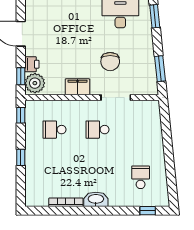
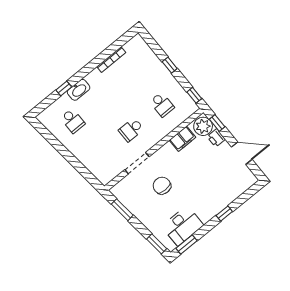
filing cabinet: (77, 87) -> (182, 139), moved
school desk: (54, 130) -> (162, 105), turned 90
school desk: (98, 130) -> (131, 130), turned 180
washbasin: (96, 199) -> (79, 90), moved
window: (148, 211) -> (64, 88), moved

